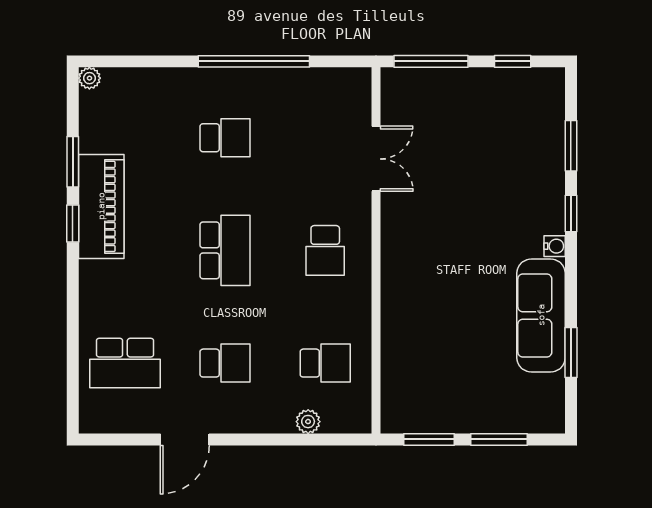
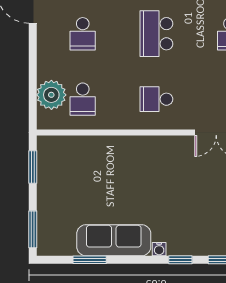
school desk: (225, 250) -> (156, 34), turned 90
plant: (308, 422) -> (51, 95), width x1.88, depth x1.88
window: (499, 439) -> (33, 229), moved

